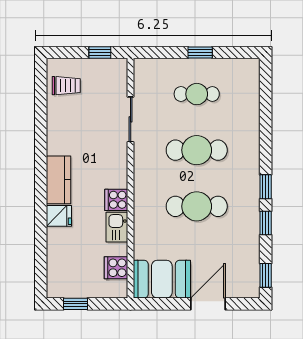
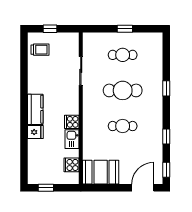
window: (100, 53) -> (50, 29), moved
window: (266, 187) -> (166, 88), moved
cafe table: (197, 206) -> (123, 126), width x0.73, depth x0.74
door: (208, 304) -> (143, 188), moved

